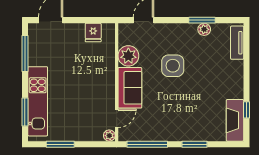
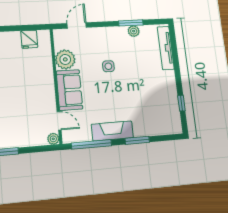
tv unit: (237, 43) -> (166, 48), width x1.41
side table: (173, 66) -> (108, 66), width x0.54, depth x0.54
door: (117, 118) -> (59, 121), hinge flipped
fireplace: (235, 120) -> (112, 131), moved, turned 90

